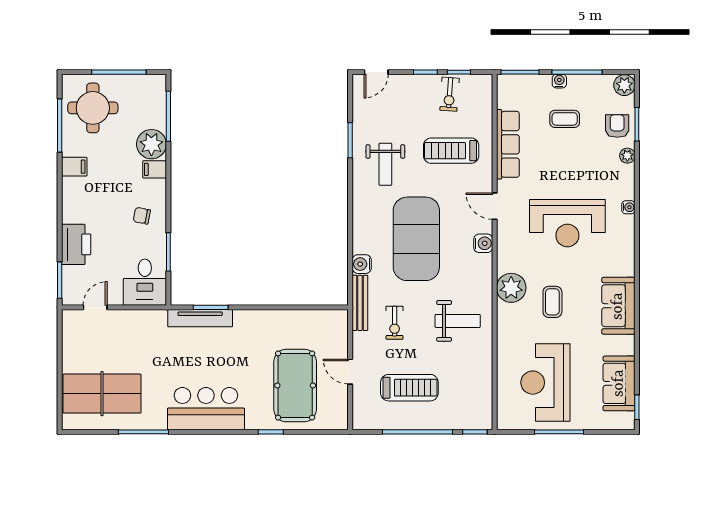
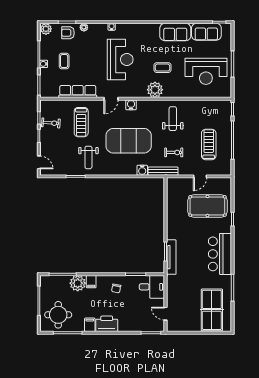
weight bench: (385, 164) -> (88, 157), turned 90
printer: (76, 244) -> (107, 324), moved
sofa: (618, 306) -> (175, 32), moved

